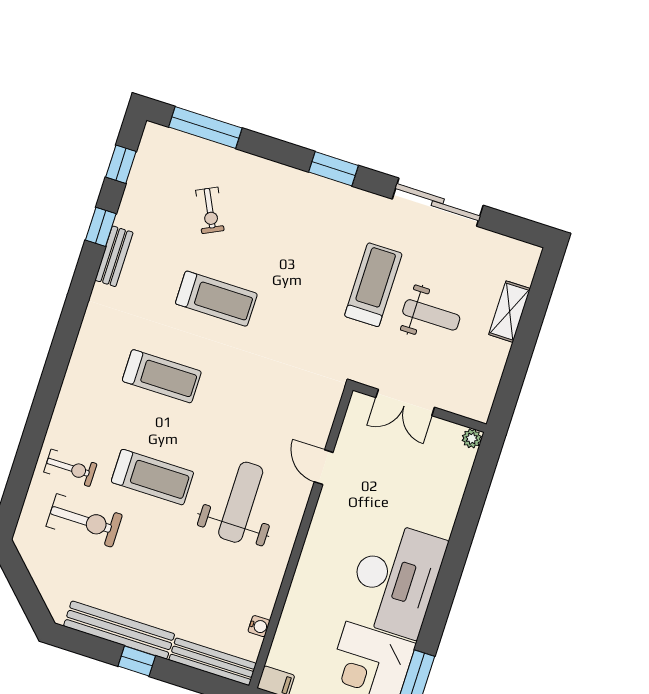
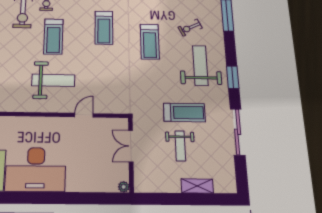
weight bench: (293, 221) -> (200, 66), added

